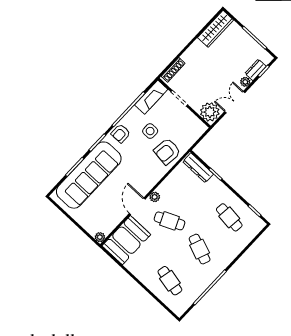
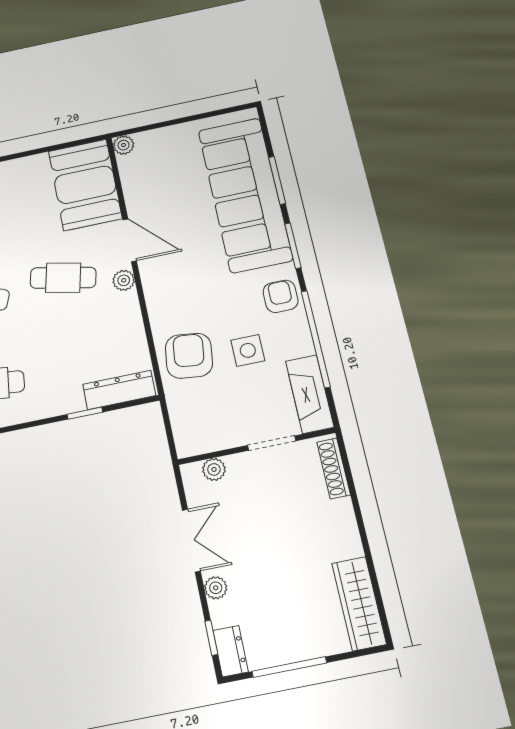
dresser: (256, 70) -> (231, 651), moved
plant: (210, 112) -> (214, 469), width x0.53, depth x0.53
cafe table: (170, 221) -> (63, 278), turned 36

